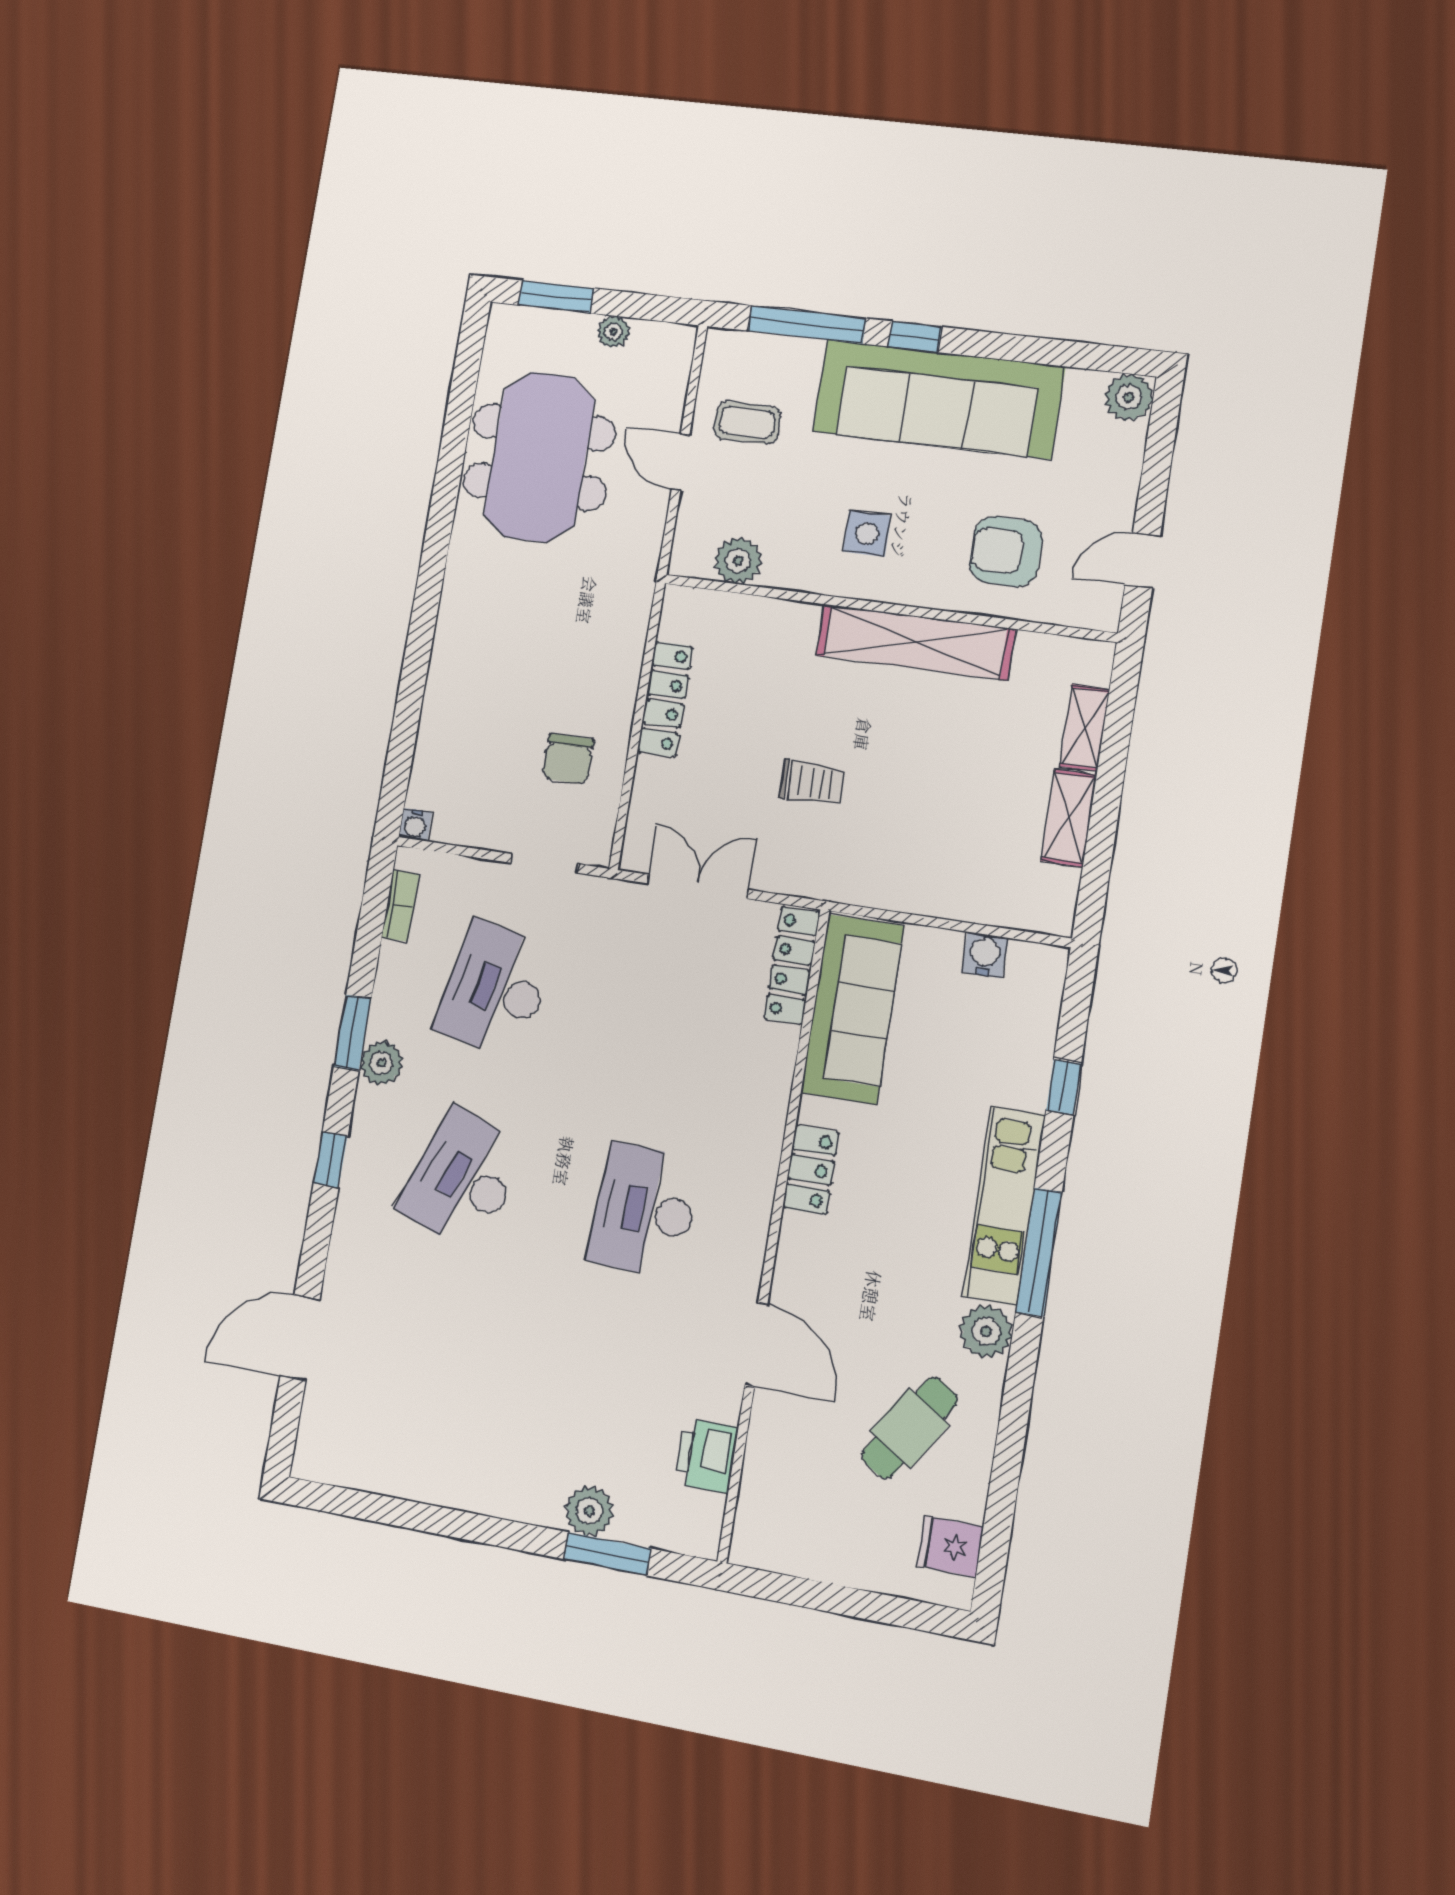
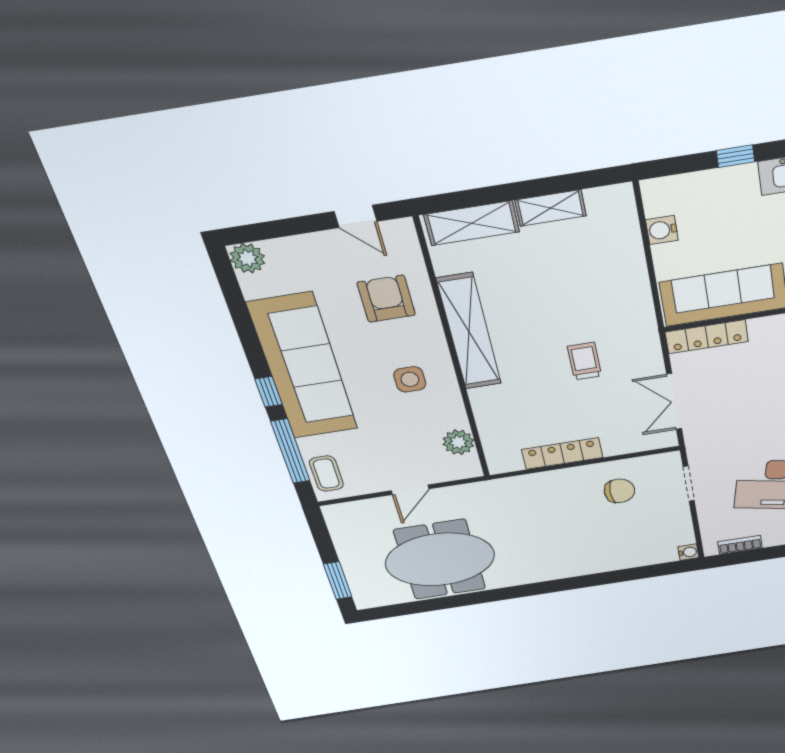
plant: (613, 332) -> (345, 547), removed
coffee table: (747, 423) -> (326, 474), moved
armchair: (1006, 551) -> (386, 299), turned 180
shelving: (1085, 728) -> (472, 223), width x1.50, depth x1.33

